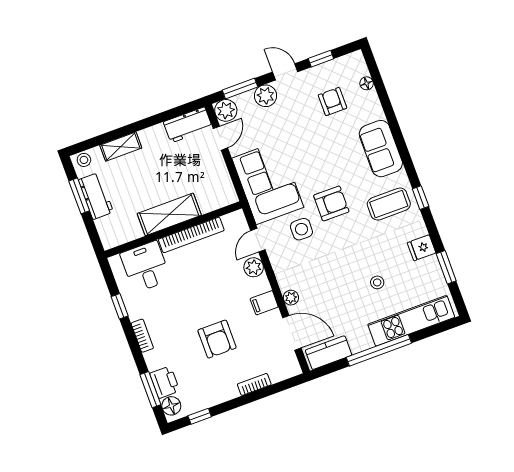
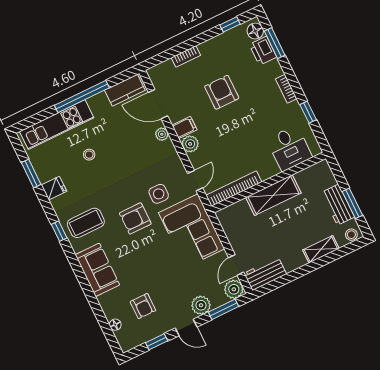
bookcase: (191, 235) -> (234, 189), moved
plant: (254, 267) -> (190, 144), moved

